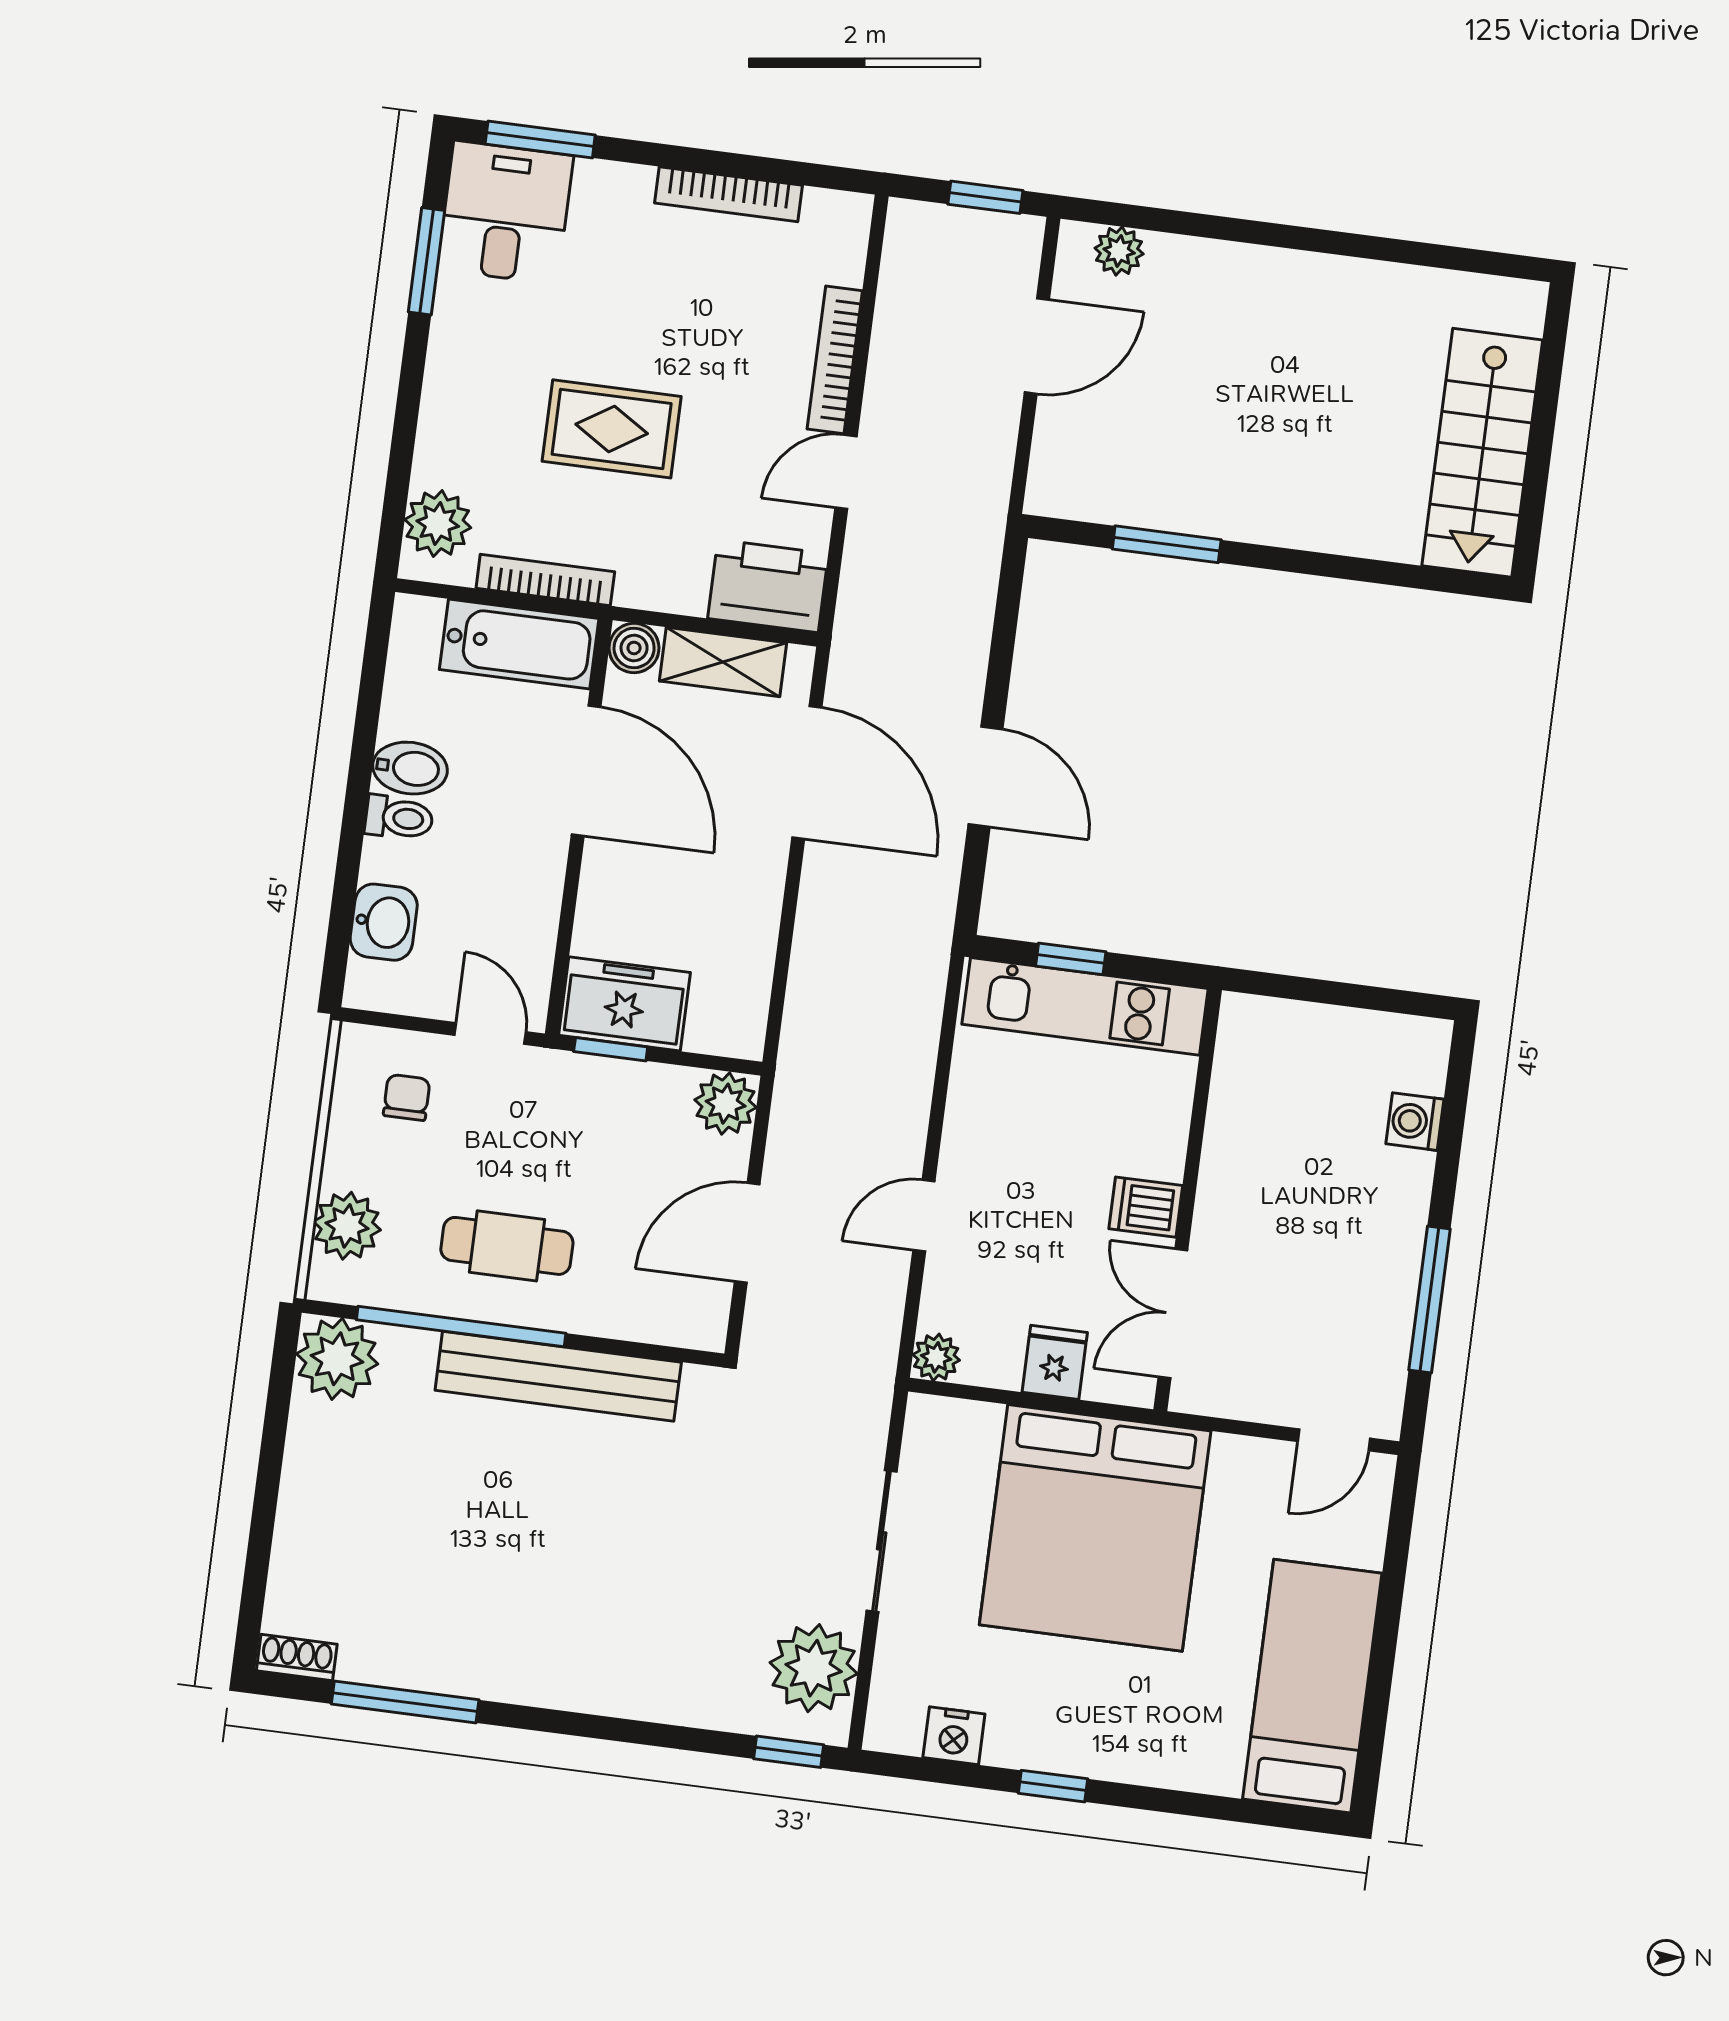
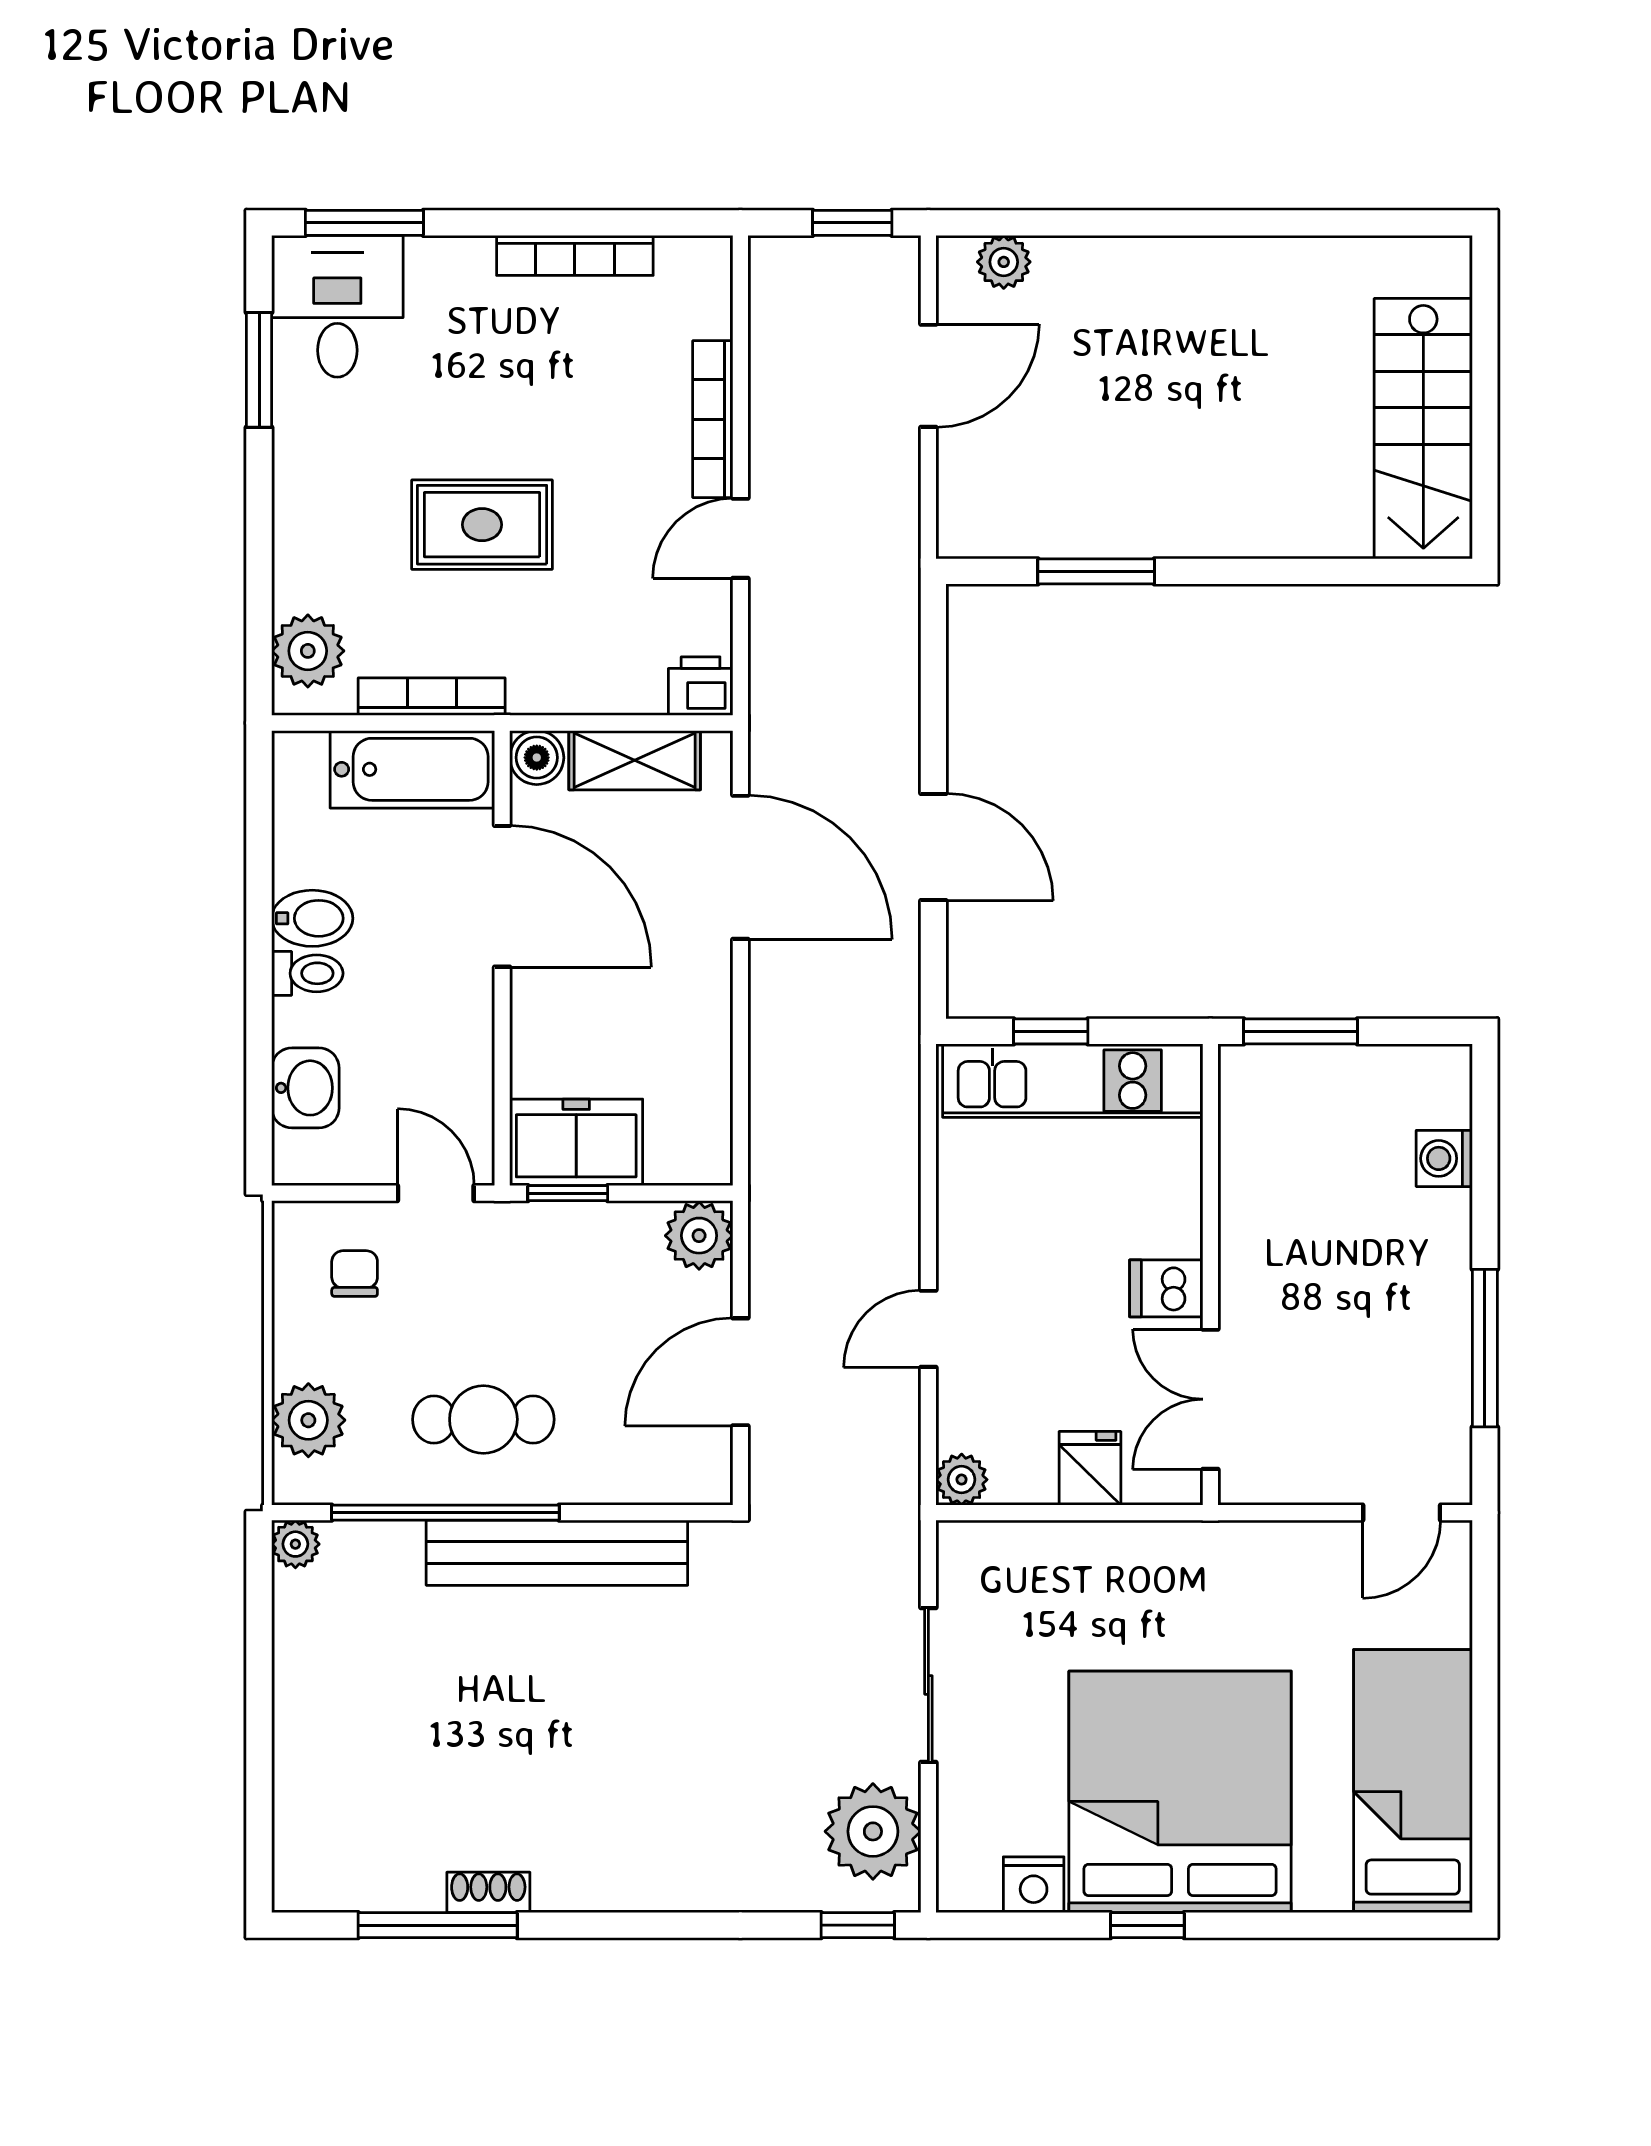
printer: (768, 586) -> (701, 686), width x0.53, depth x0.68
window: (1299, 988) -> (1300, 1031), added
plant: (337, 1359) -> (295, 1544), width x0.53, depth x0.53
bed: (1095, 1528) -> (1180, 1792), moved, turned 180
shoe rack: (297, 1657) -> (488, 1892), moved

